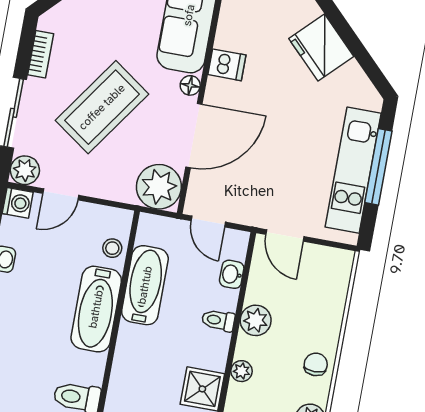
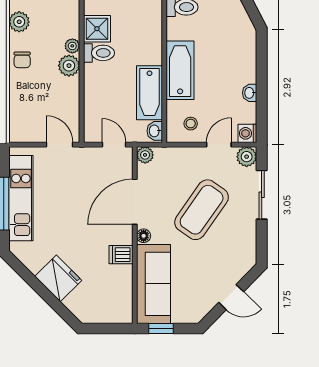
bookcase: (41, 54) -> (250, 238), removed
plant: (159, 187) -> (145, 155), width x0.53, depth x0.53
stool: (112, 248) -> (191, 124), moved
washbasin: (232, 274) -> (155, 131), moved, turned 180
toilet: (218, 320) -> (99, 53), moved, width x1.37, depth x1.39
plant: (256, 320) -> (69, 66), moved

